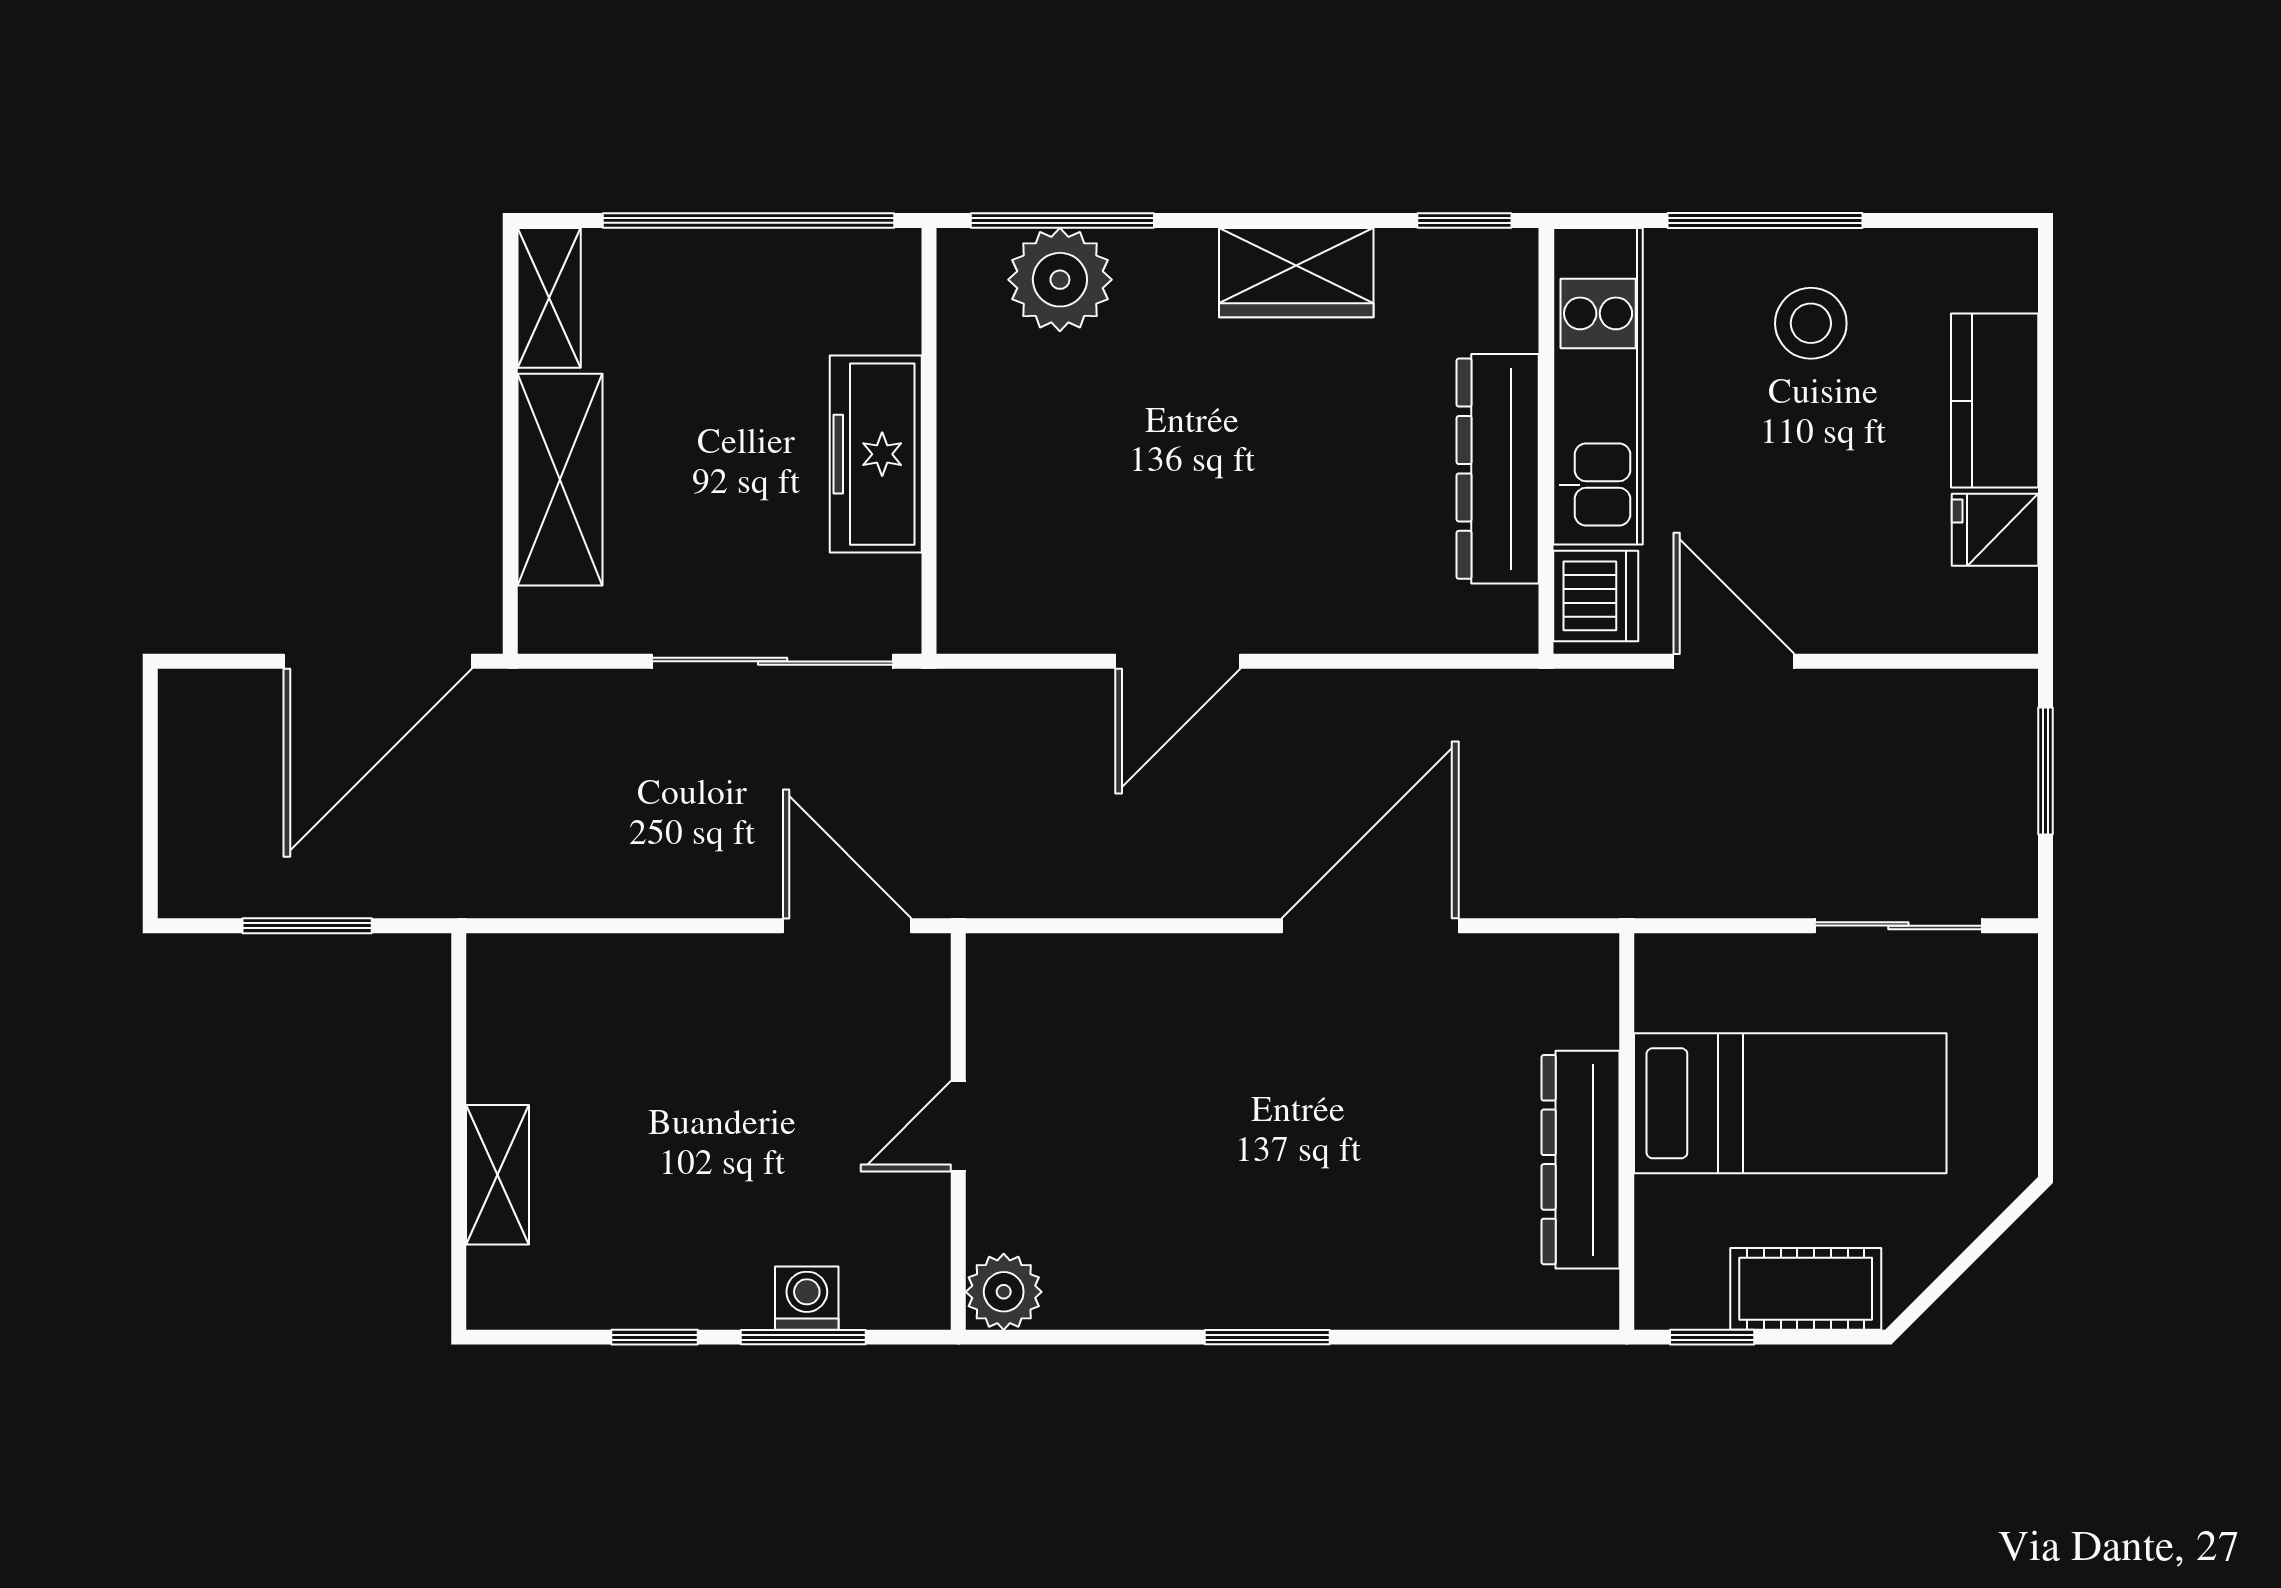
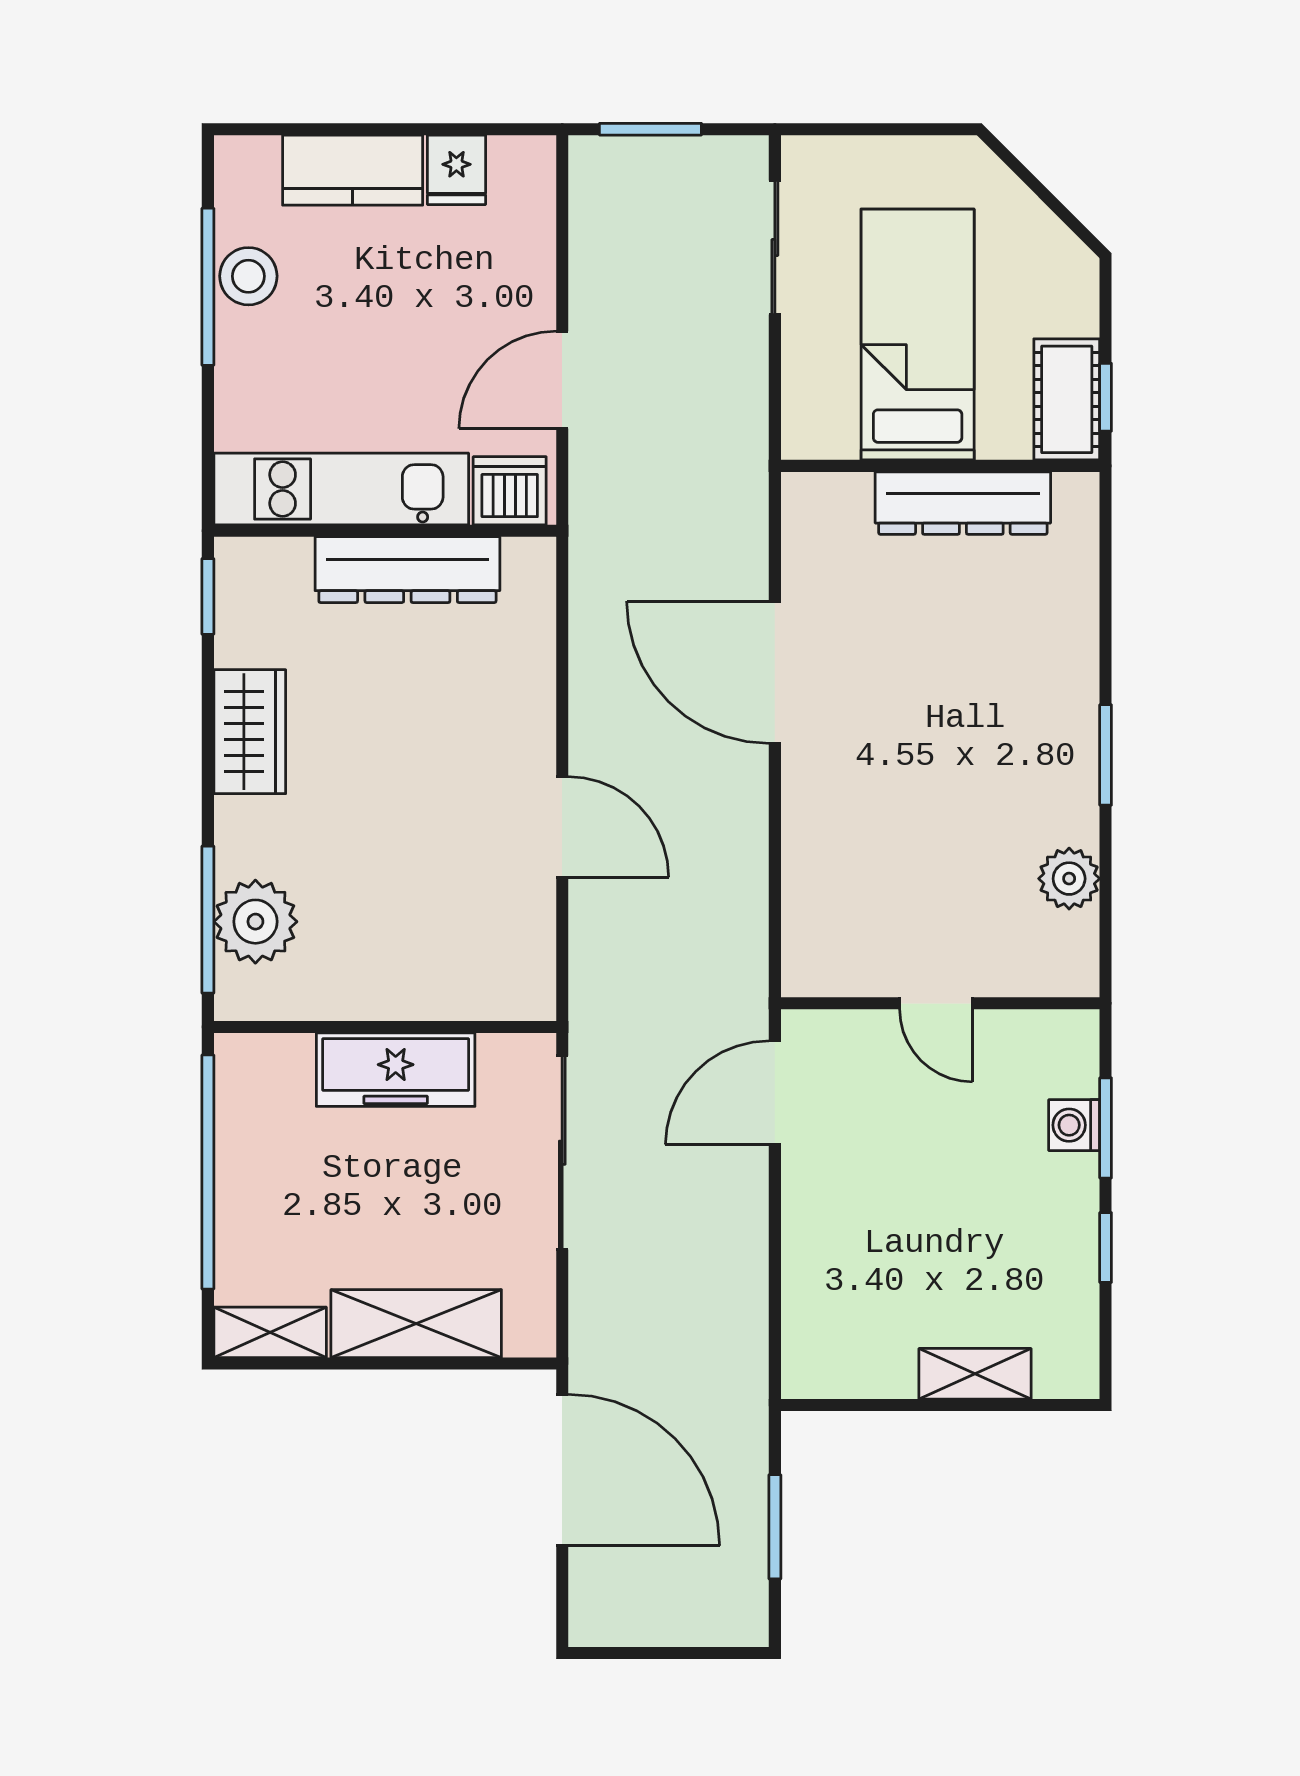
window: (1765, 220) -> (208, 287), moved
stool: (1811, 323) -> (248, 276), moved
cot: (1806, 1289) -> (1067, 399), moved
plant: (1004, 1292) -> (1069, 879), moved

